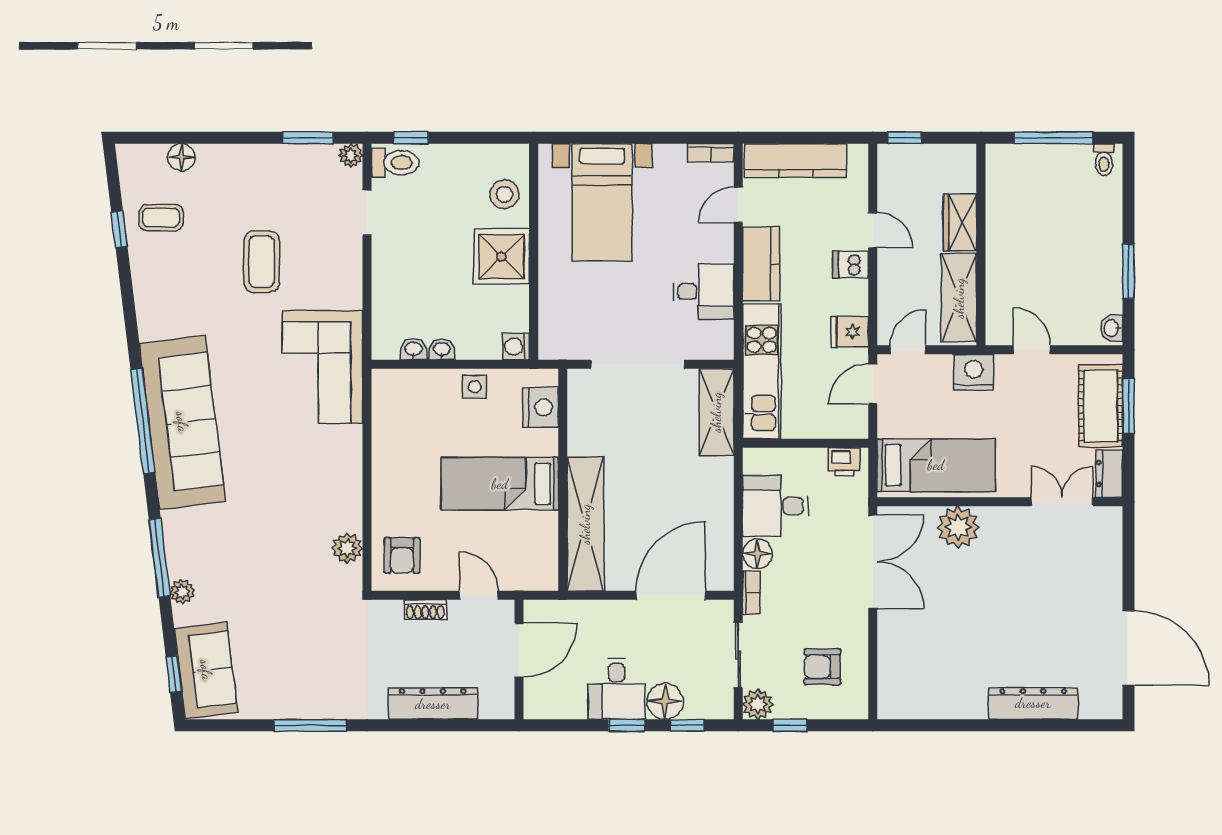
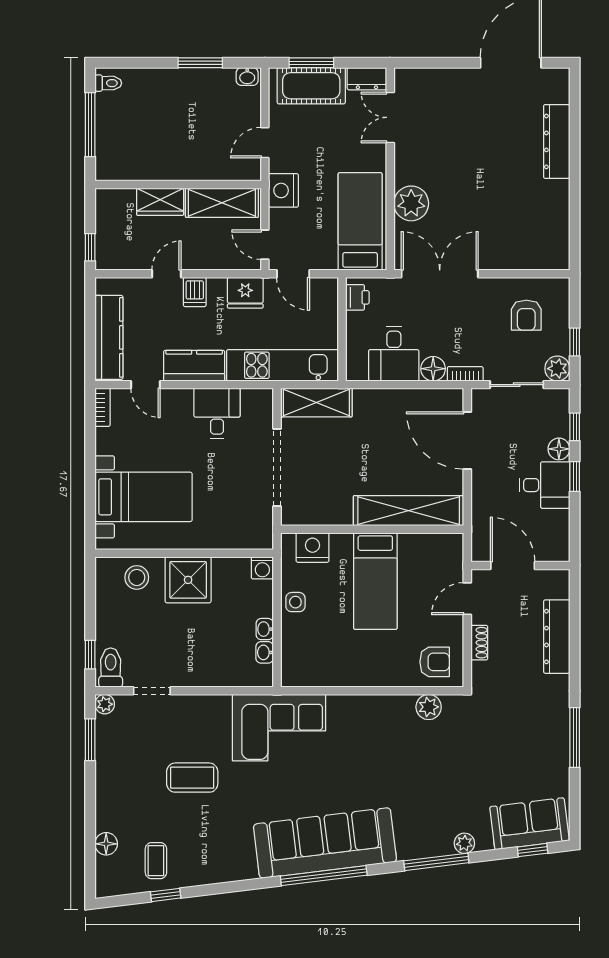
fridge: (850, 332) -> (245, 293), width x1.38
floor lamp: (665, 701) -> (559, 449), width x0.73, depth x0.73

